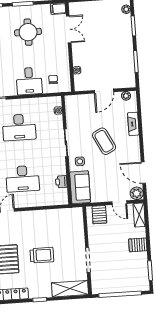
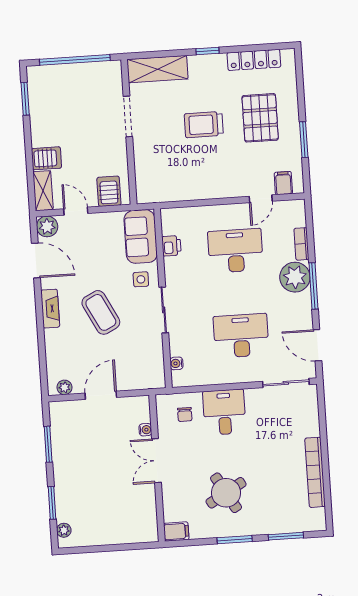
double door: (69, 29) -> (156, 461), moved
round table: (28, 32) -> (226, 493), turned -30
fireplace: (133, 124) -> (50, 309), moved
server rack: (138, 245) -> (46, 158), moved

